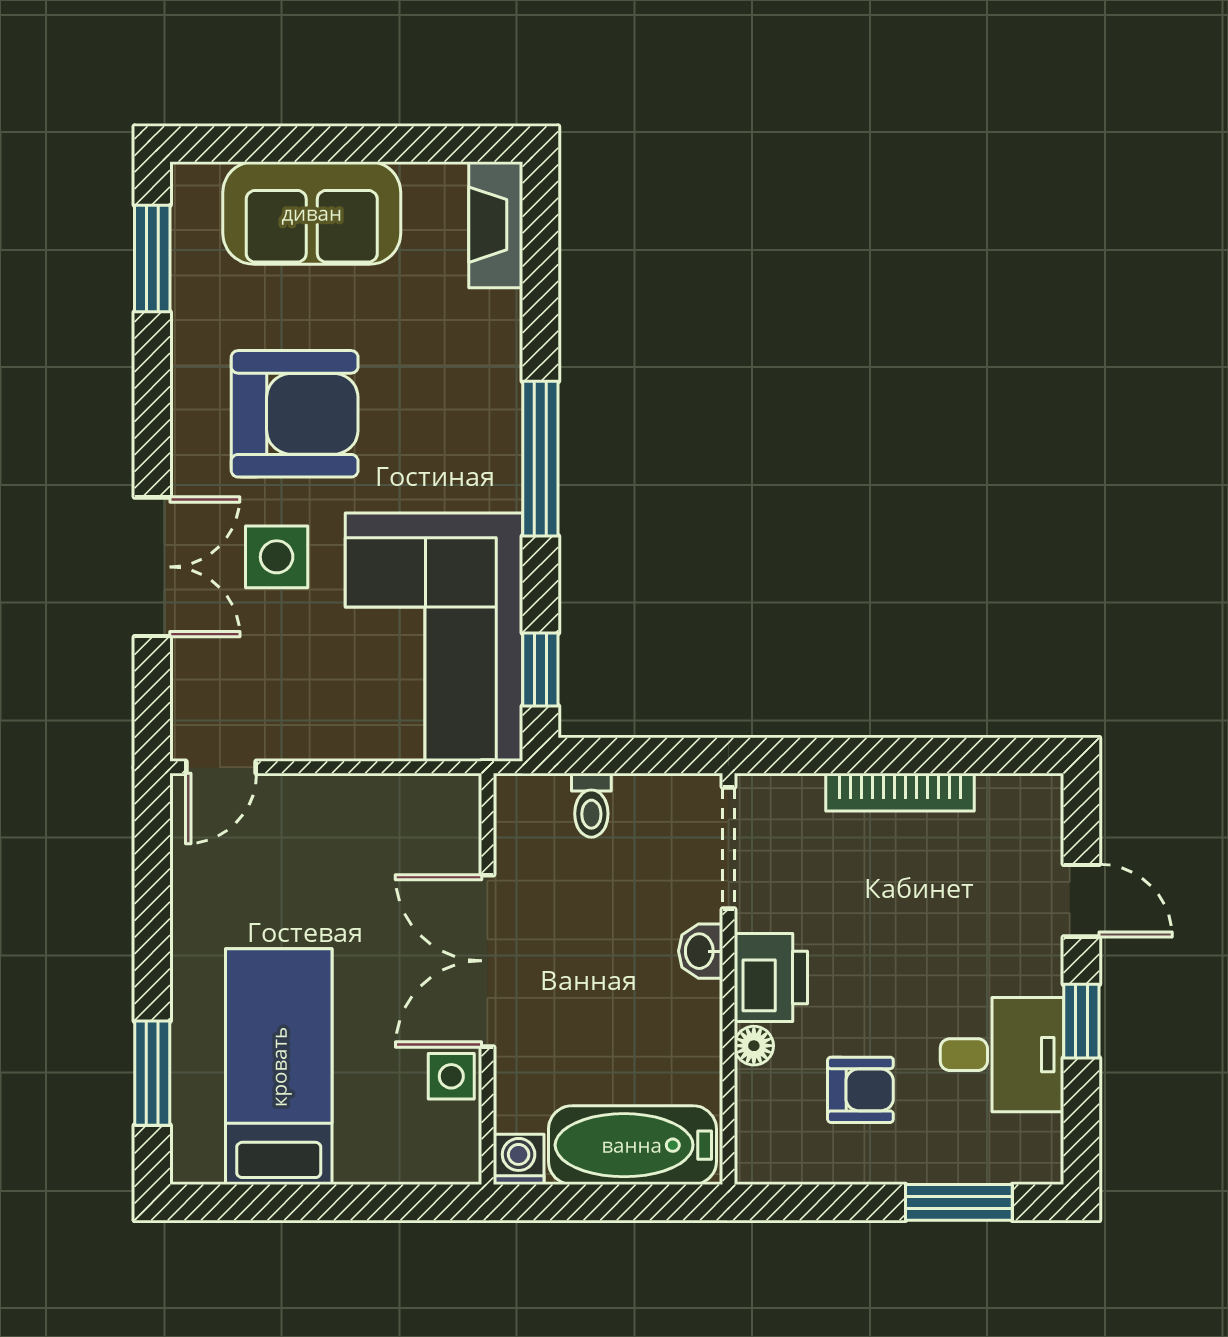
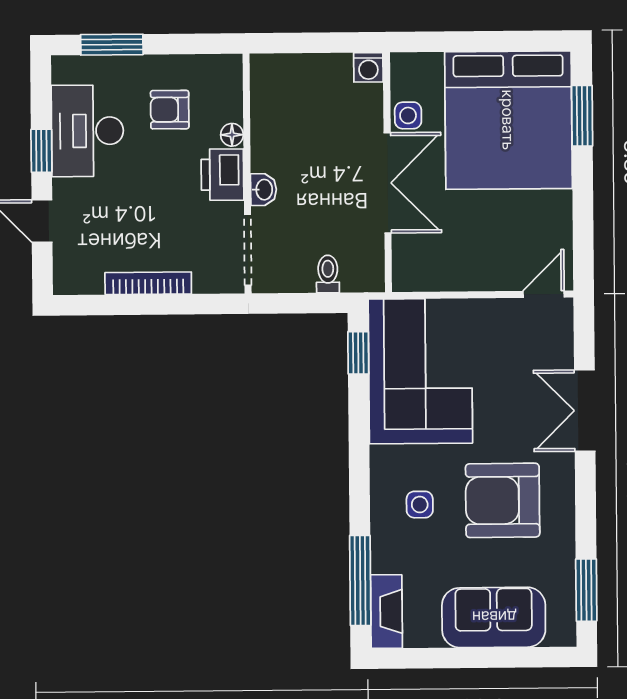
window: (540, 459) -> (360, 580), moved
side table: (277, 557) -> (420, 505), moved, width x0.73, depth x0.73
desk: (1002, 1055) -> (87, 131), width x1.37
bed: (279, 1067) -> (508, 120), width x2.04
bathtub: (632, 1145) -> (302, 76), removed

